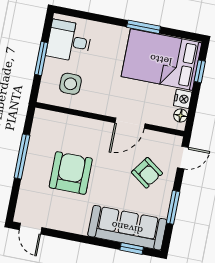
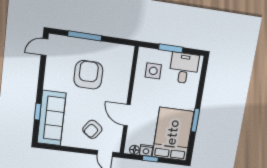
window: (200, 71) -> (150, 159), moved
window: (22, 157) -> (85, 36), moved
armchair: (71, 173) -> (88, 75), turned -90
window: (173, 207) -> (69, 149), removed
window: (132, 248) -> (38, 112), moved

